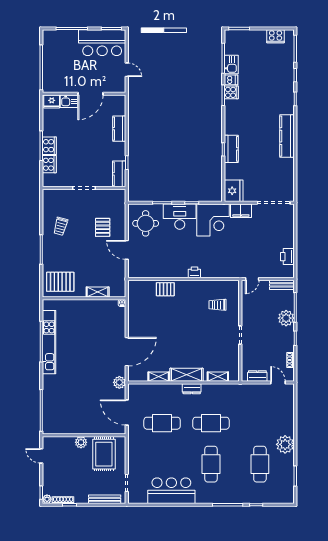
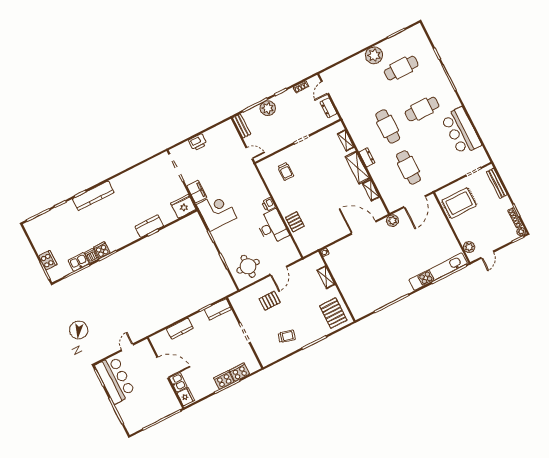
cooker: (276, 36) -> (48, 260), moved
kitchen counter: (287, 136) -> (93, 196), moved
desk: (180, 217) -> (272, 227), moved, turned 180
printer: (287, 257) -> (198, 142), moved
kitchen unit: (49, 342) -> (438, 272), moved
plant: (81, 442) -> (469, 247), moved

